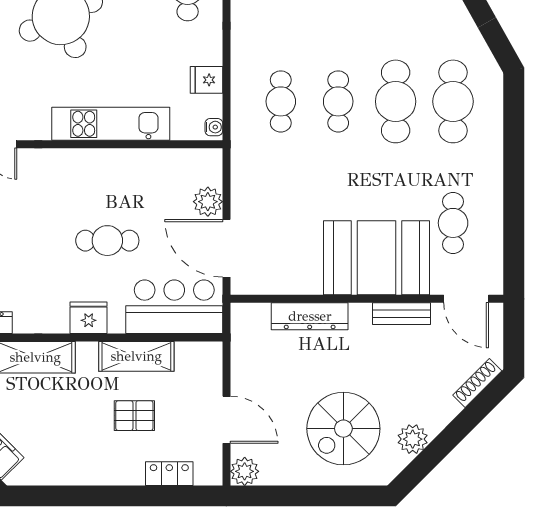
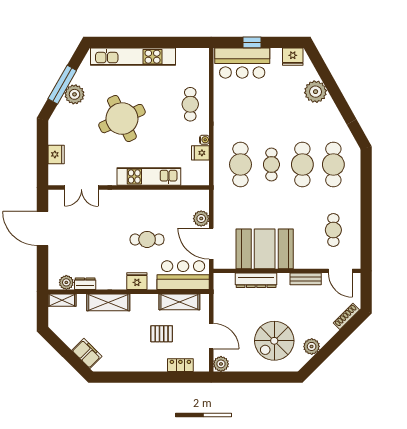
cafe table: (281, 101) -> (240, 164), width x1.37, depth x1.35
water cooler: (214, 127) -> (204, 140), moved
booth: (376, 258) -> (265, 249), moved
shelving: (136, 356) -> (179, 302), moved

